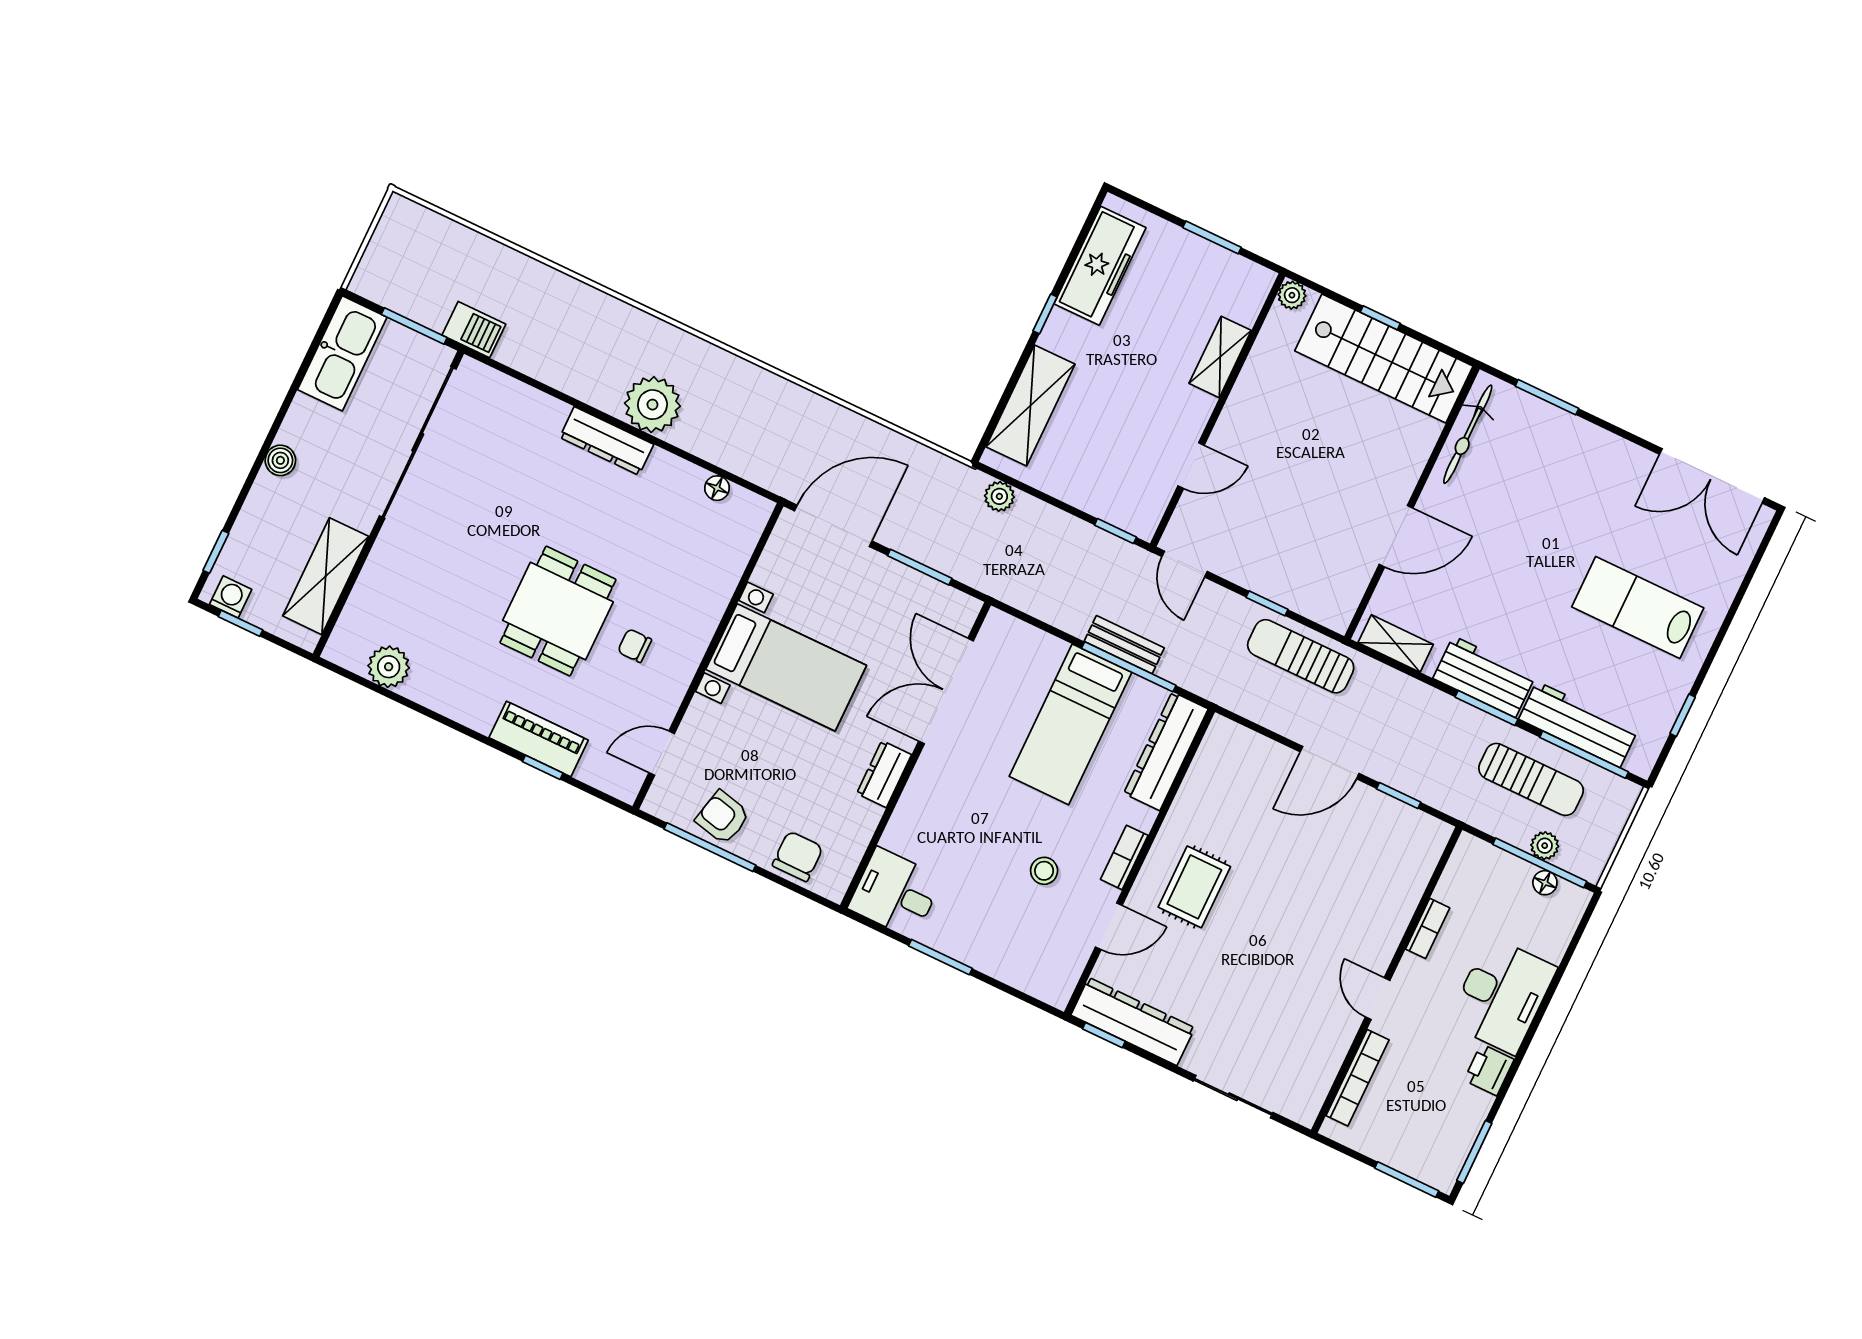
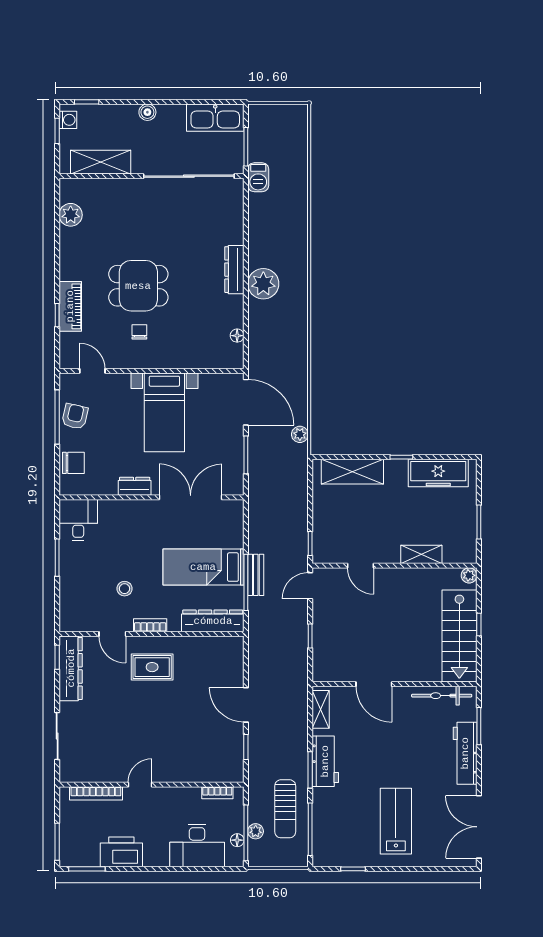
plant: (999, 496) -> (300, 434), moved
sun lounger: (1301, 656) -> (292, 665), removed
workbench: (1578, 724) -> (465, 753), moved, turned 180
bookcase: (1428, 928) -> (217, 793), moved
desk: (1502, 995) -> (197, 846), moved
printer: (1489, 1070) -> (121, 852), width x1.87, depth x1.48

